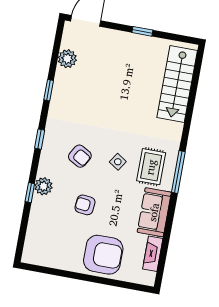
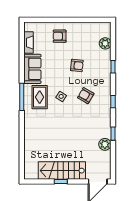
plant: (67, 59) -> (105, 144), moved
stairs: (177, 84) -> (62, 171), moved, turned -90
plant: (43, 186) -> (105, 43), moved
armchair: (103, 255) -> (60, 36), width x0.53, depth x0.53

